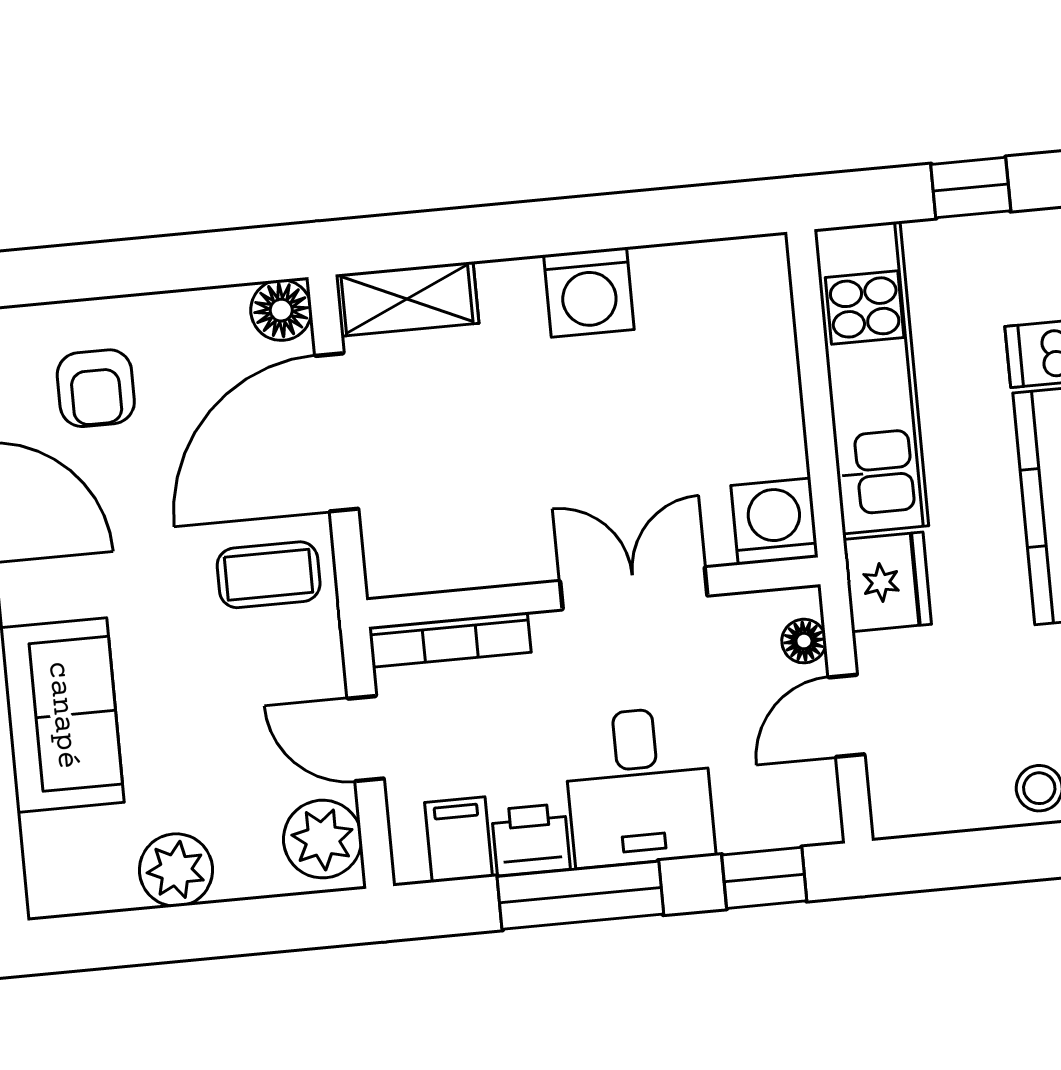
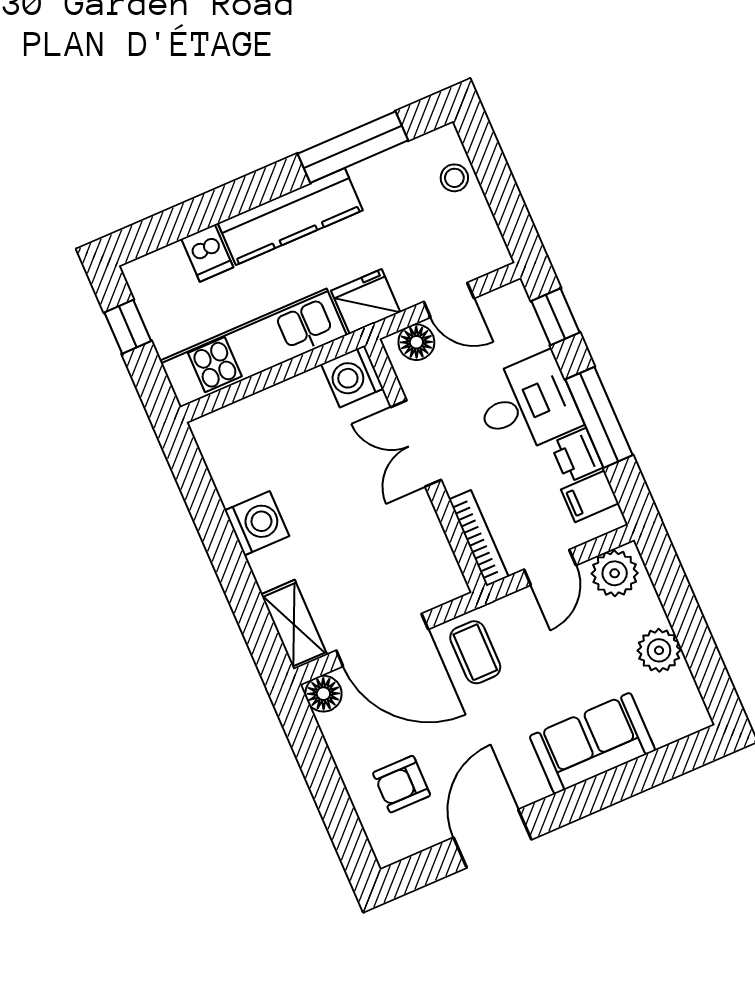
armchair: (96, 388) -> (402, 784), turned 180
floor lamp: (804, 641) -> (416, 342), width x1.37, depth x1.37

